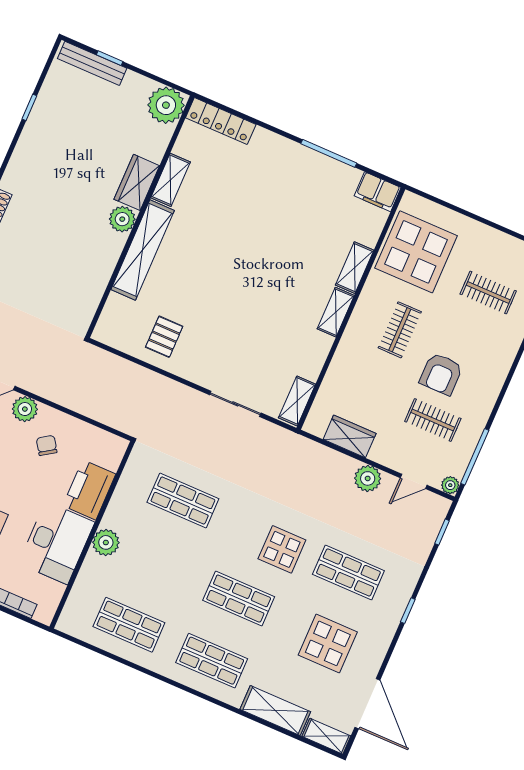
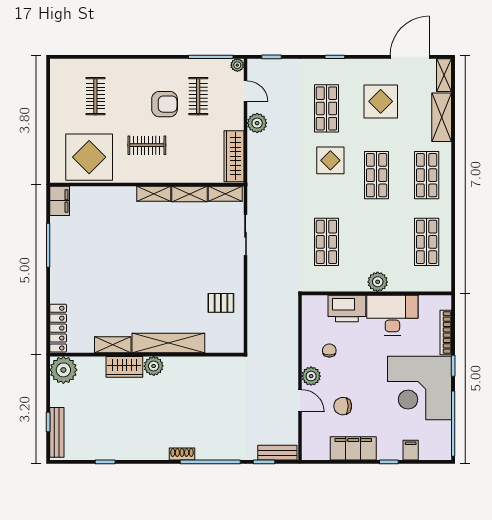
shelving: (355, 268) -> (189, 194), moved
wardrobe: (350, 436) -> (234, 156), width x1.50
chair: (47, 445) -> (329, 351), turned 124

